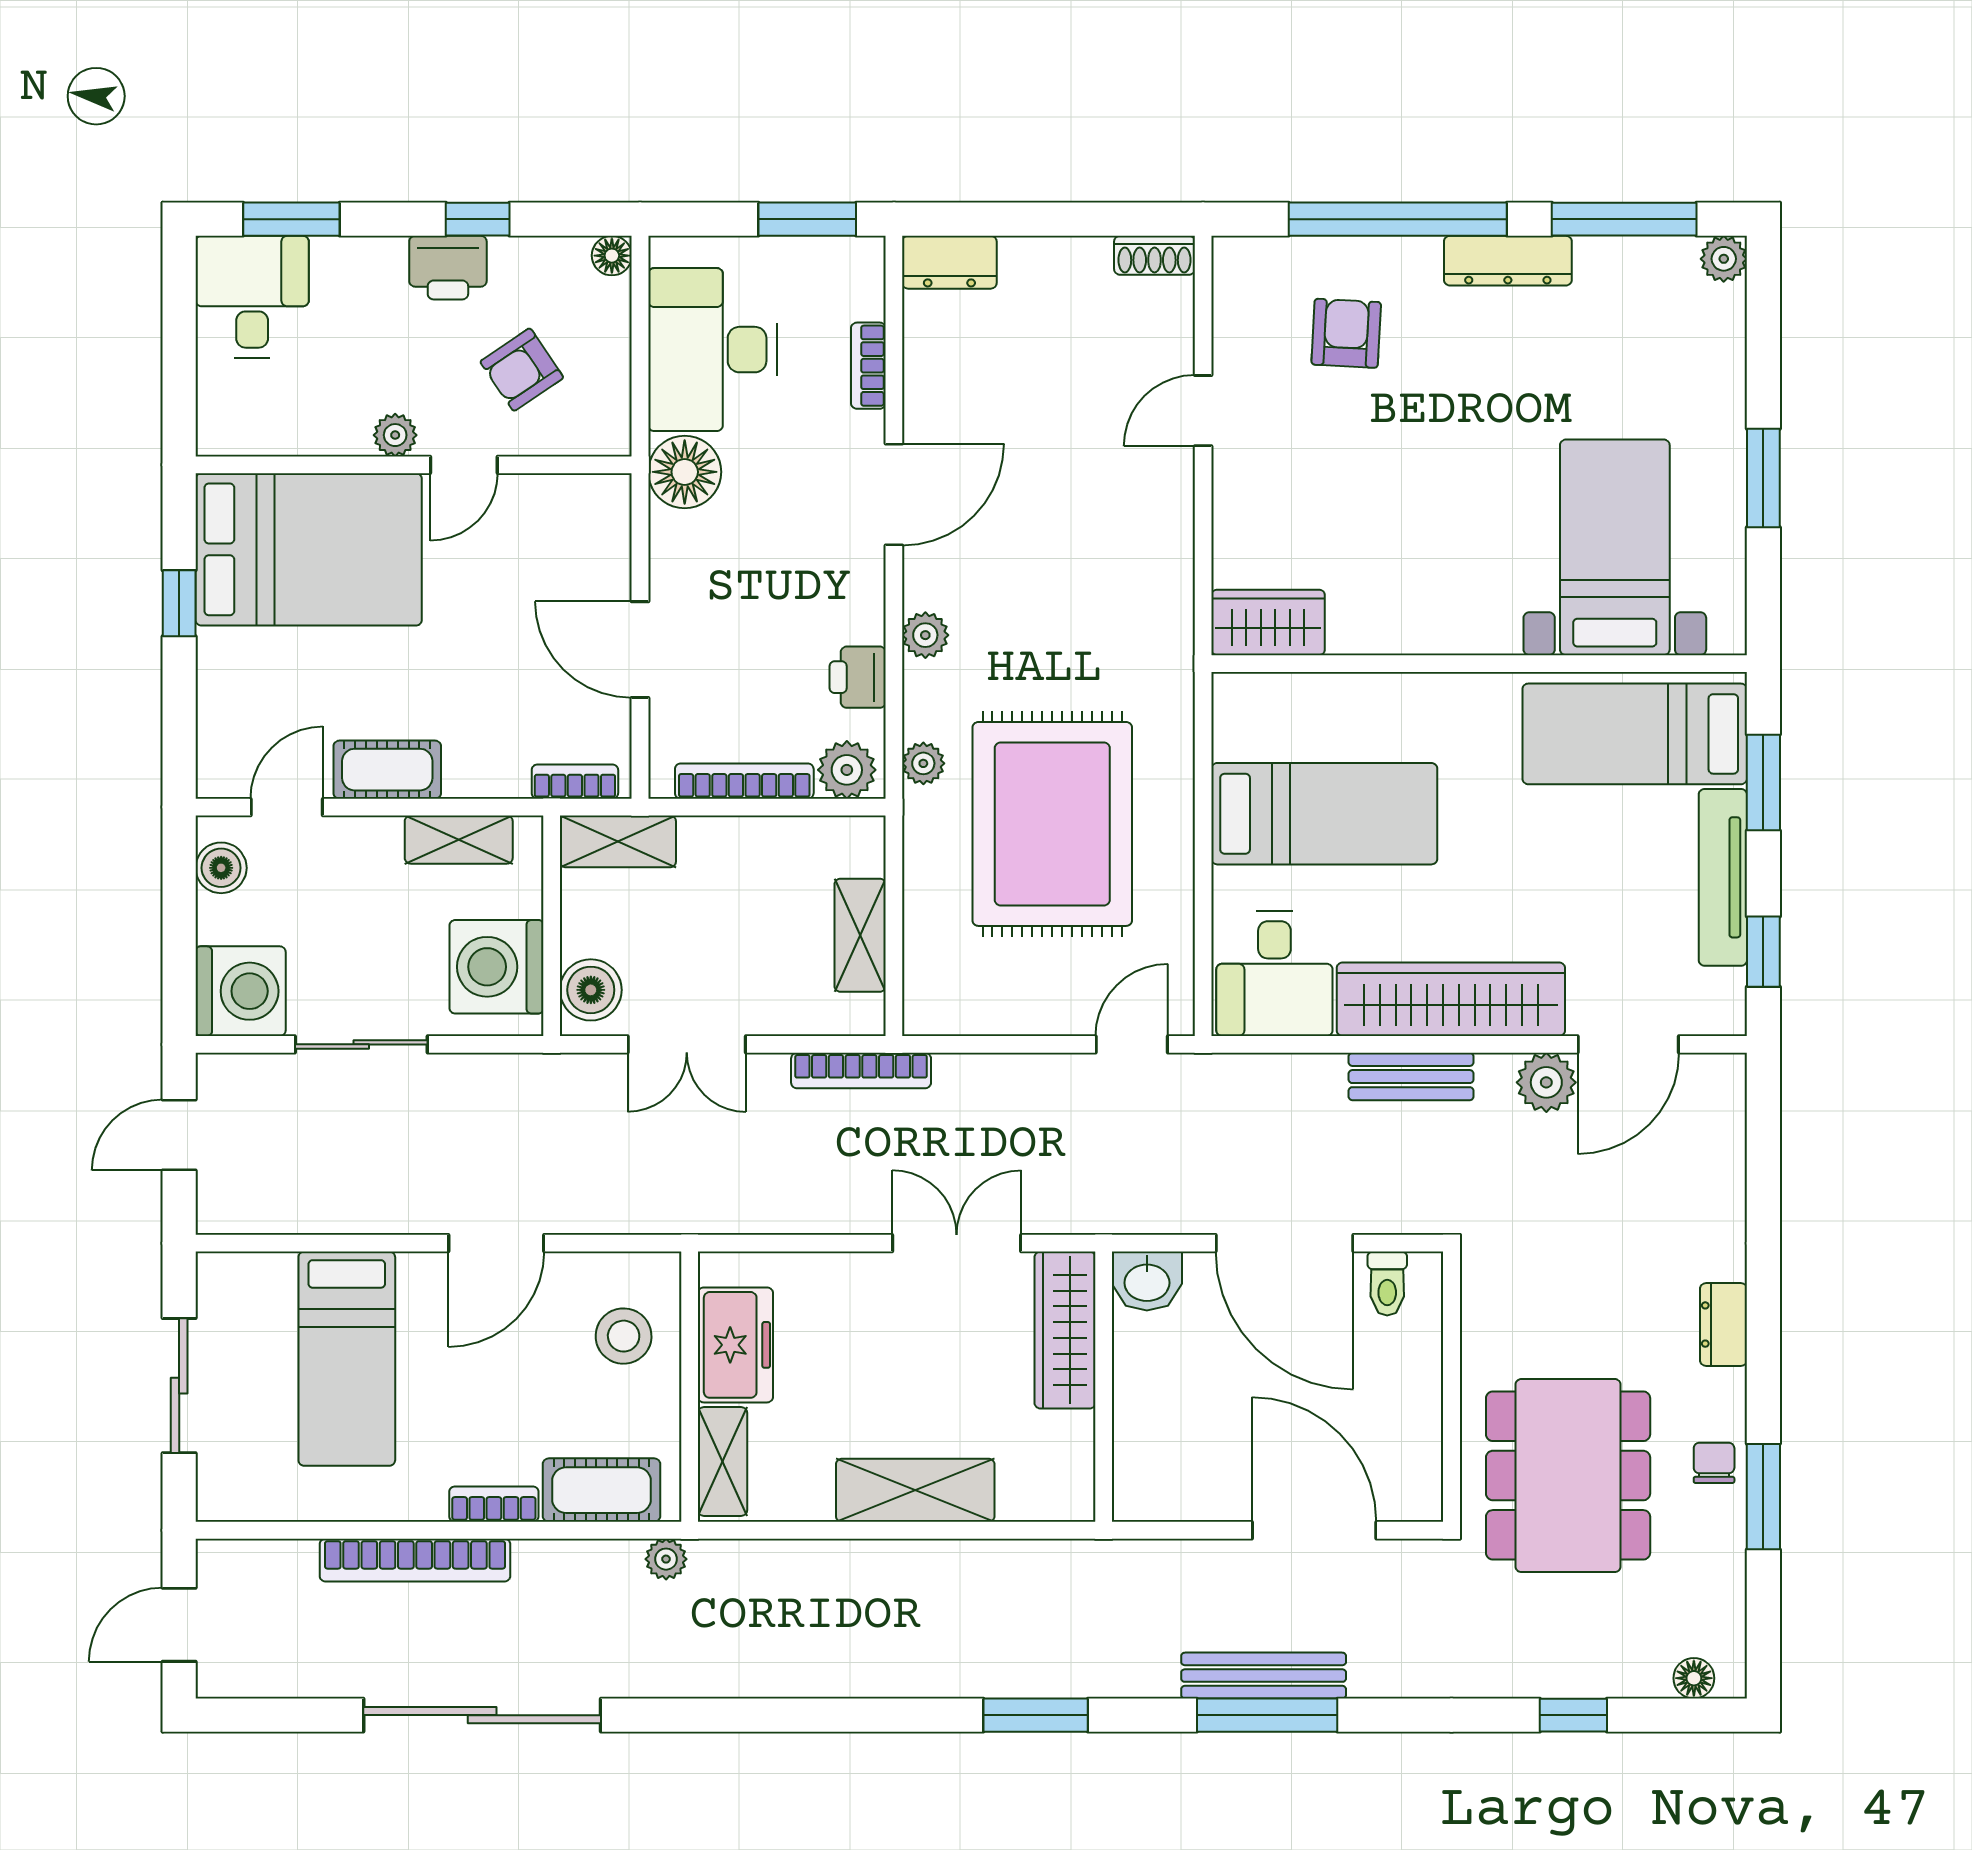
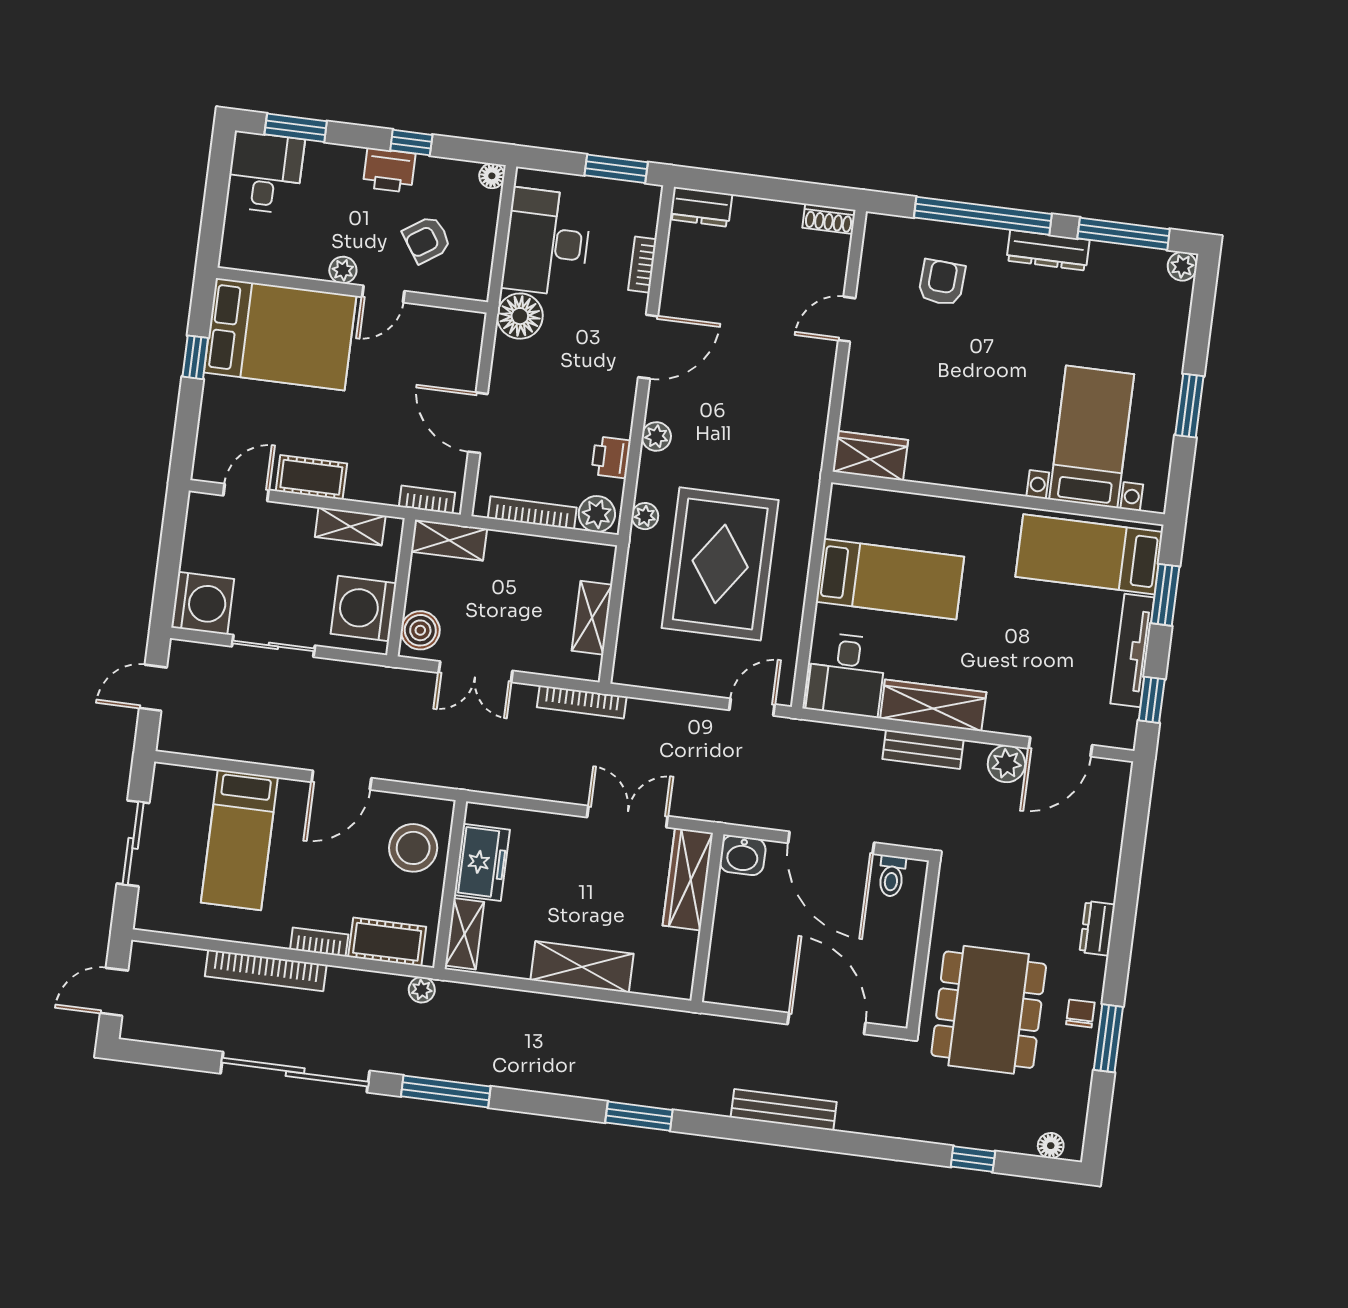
boiler: (221, 868) -> (200, 525), removed
wardrobe: (1451, 999) -> (933, 705), width x0.71, depth x0.85
stool: (624, 1336) -> (413, 848), width x1.38, depth x1.38
window: (1267, 1715) -> (446, 1091), moved

